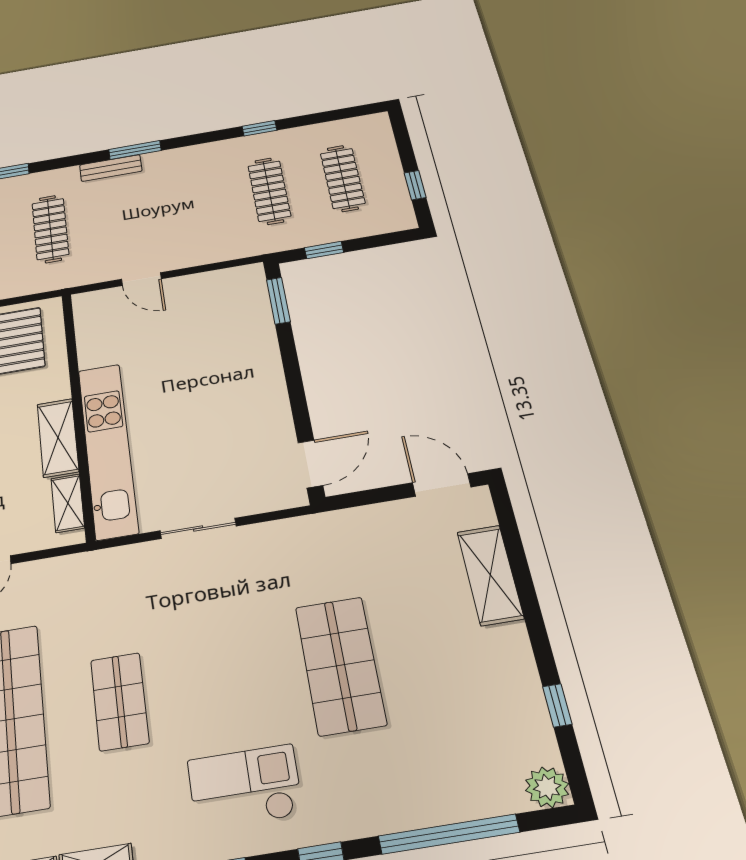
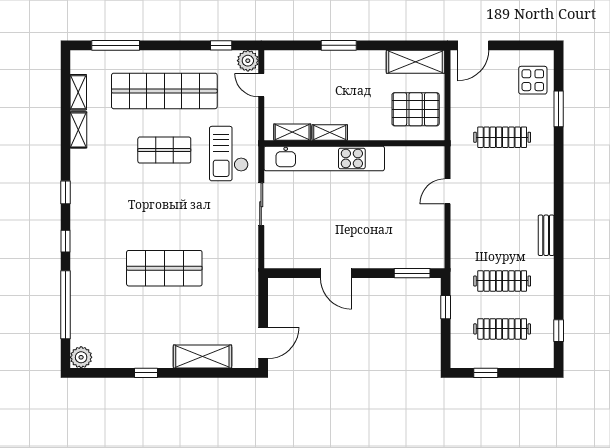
window: (259, 128) -> (559, 331), moved
window: (135, 150) -> (559, 199), removed
bench: (111, 168) -> (546, 235), moved
shelving: (58, 438) -> (330, 133), width x0.67, depth x0.75
door: (310, 464) -> (336, 273), moved
window: (557, 705) -> (146, 373), moved
checkout: (245, 787) -> (229, 154), moved, turned 180

